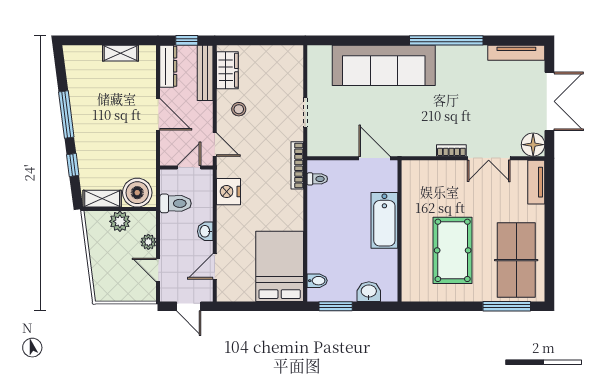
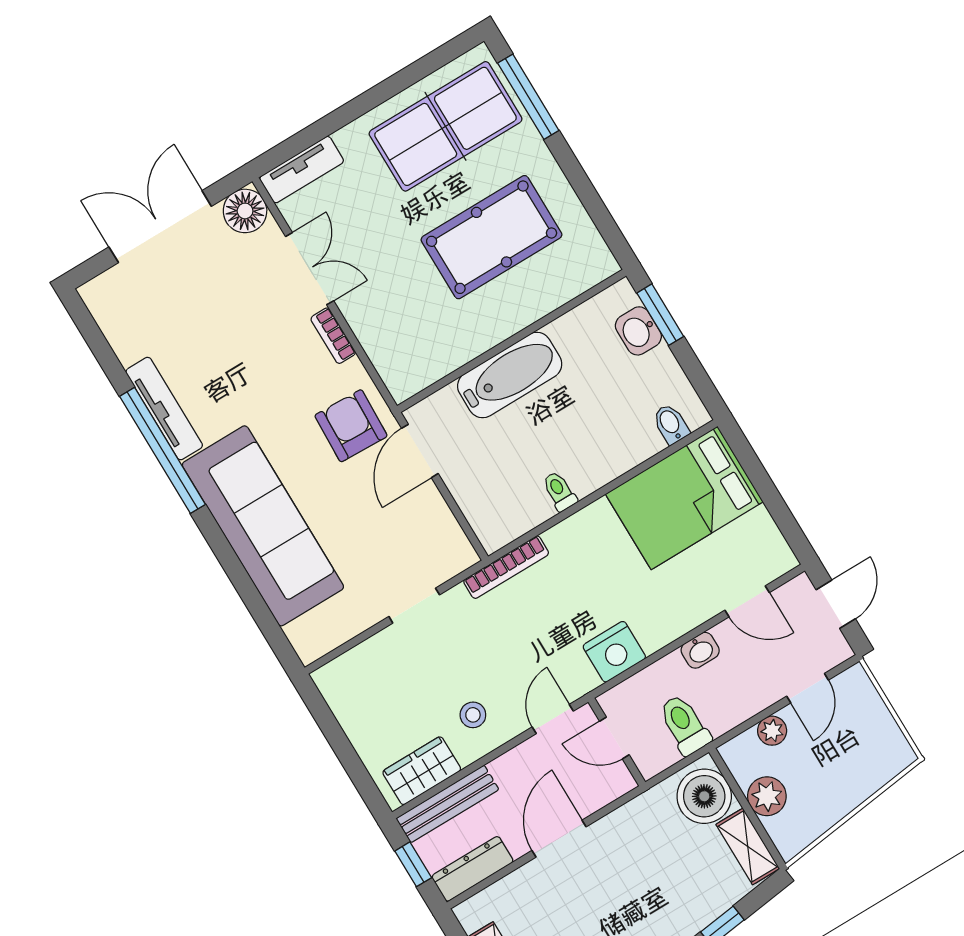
tv unit: (516, 53) -> (164, 409), moved
armchair: (405, 134) -> (351, 426), added
toilet: (317, 179) -> (559, 491), moved
window: (336, 306) -> (660, 315), moved

